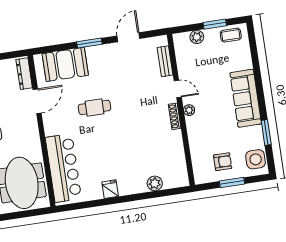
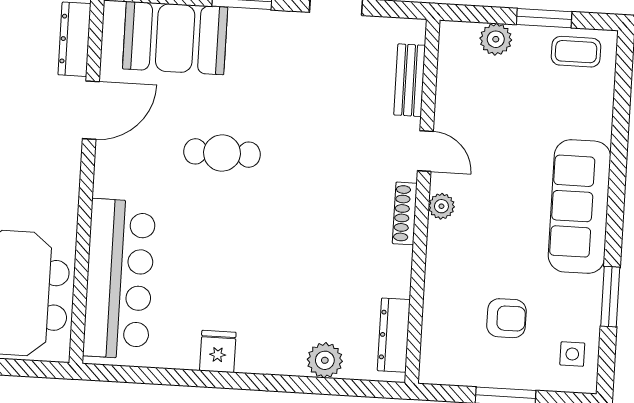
side table: (256, 159) -> (572, 354), width x0.54, depth x0.54
armchair: (223, 162) -> (506, 318), moved
dresser: (181, 167) -> (394, 335), added

